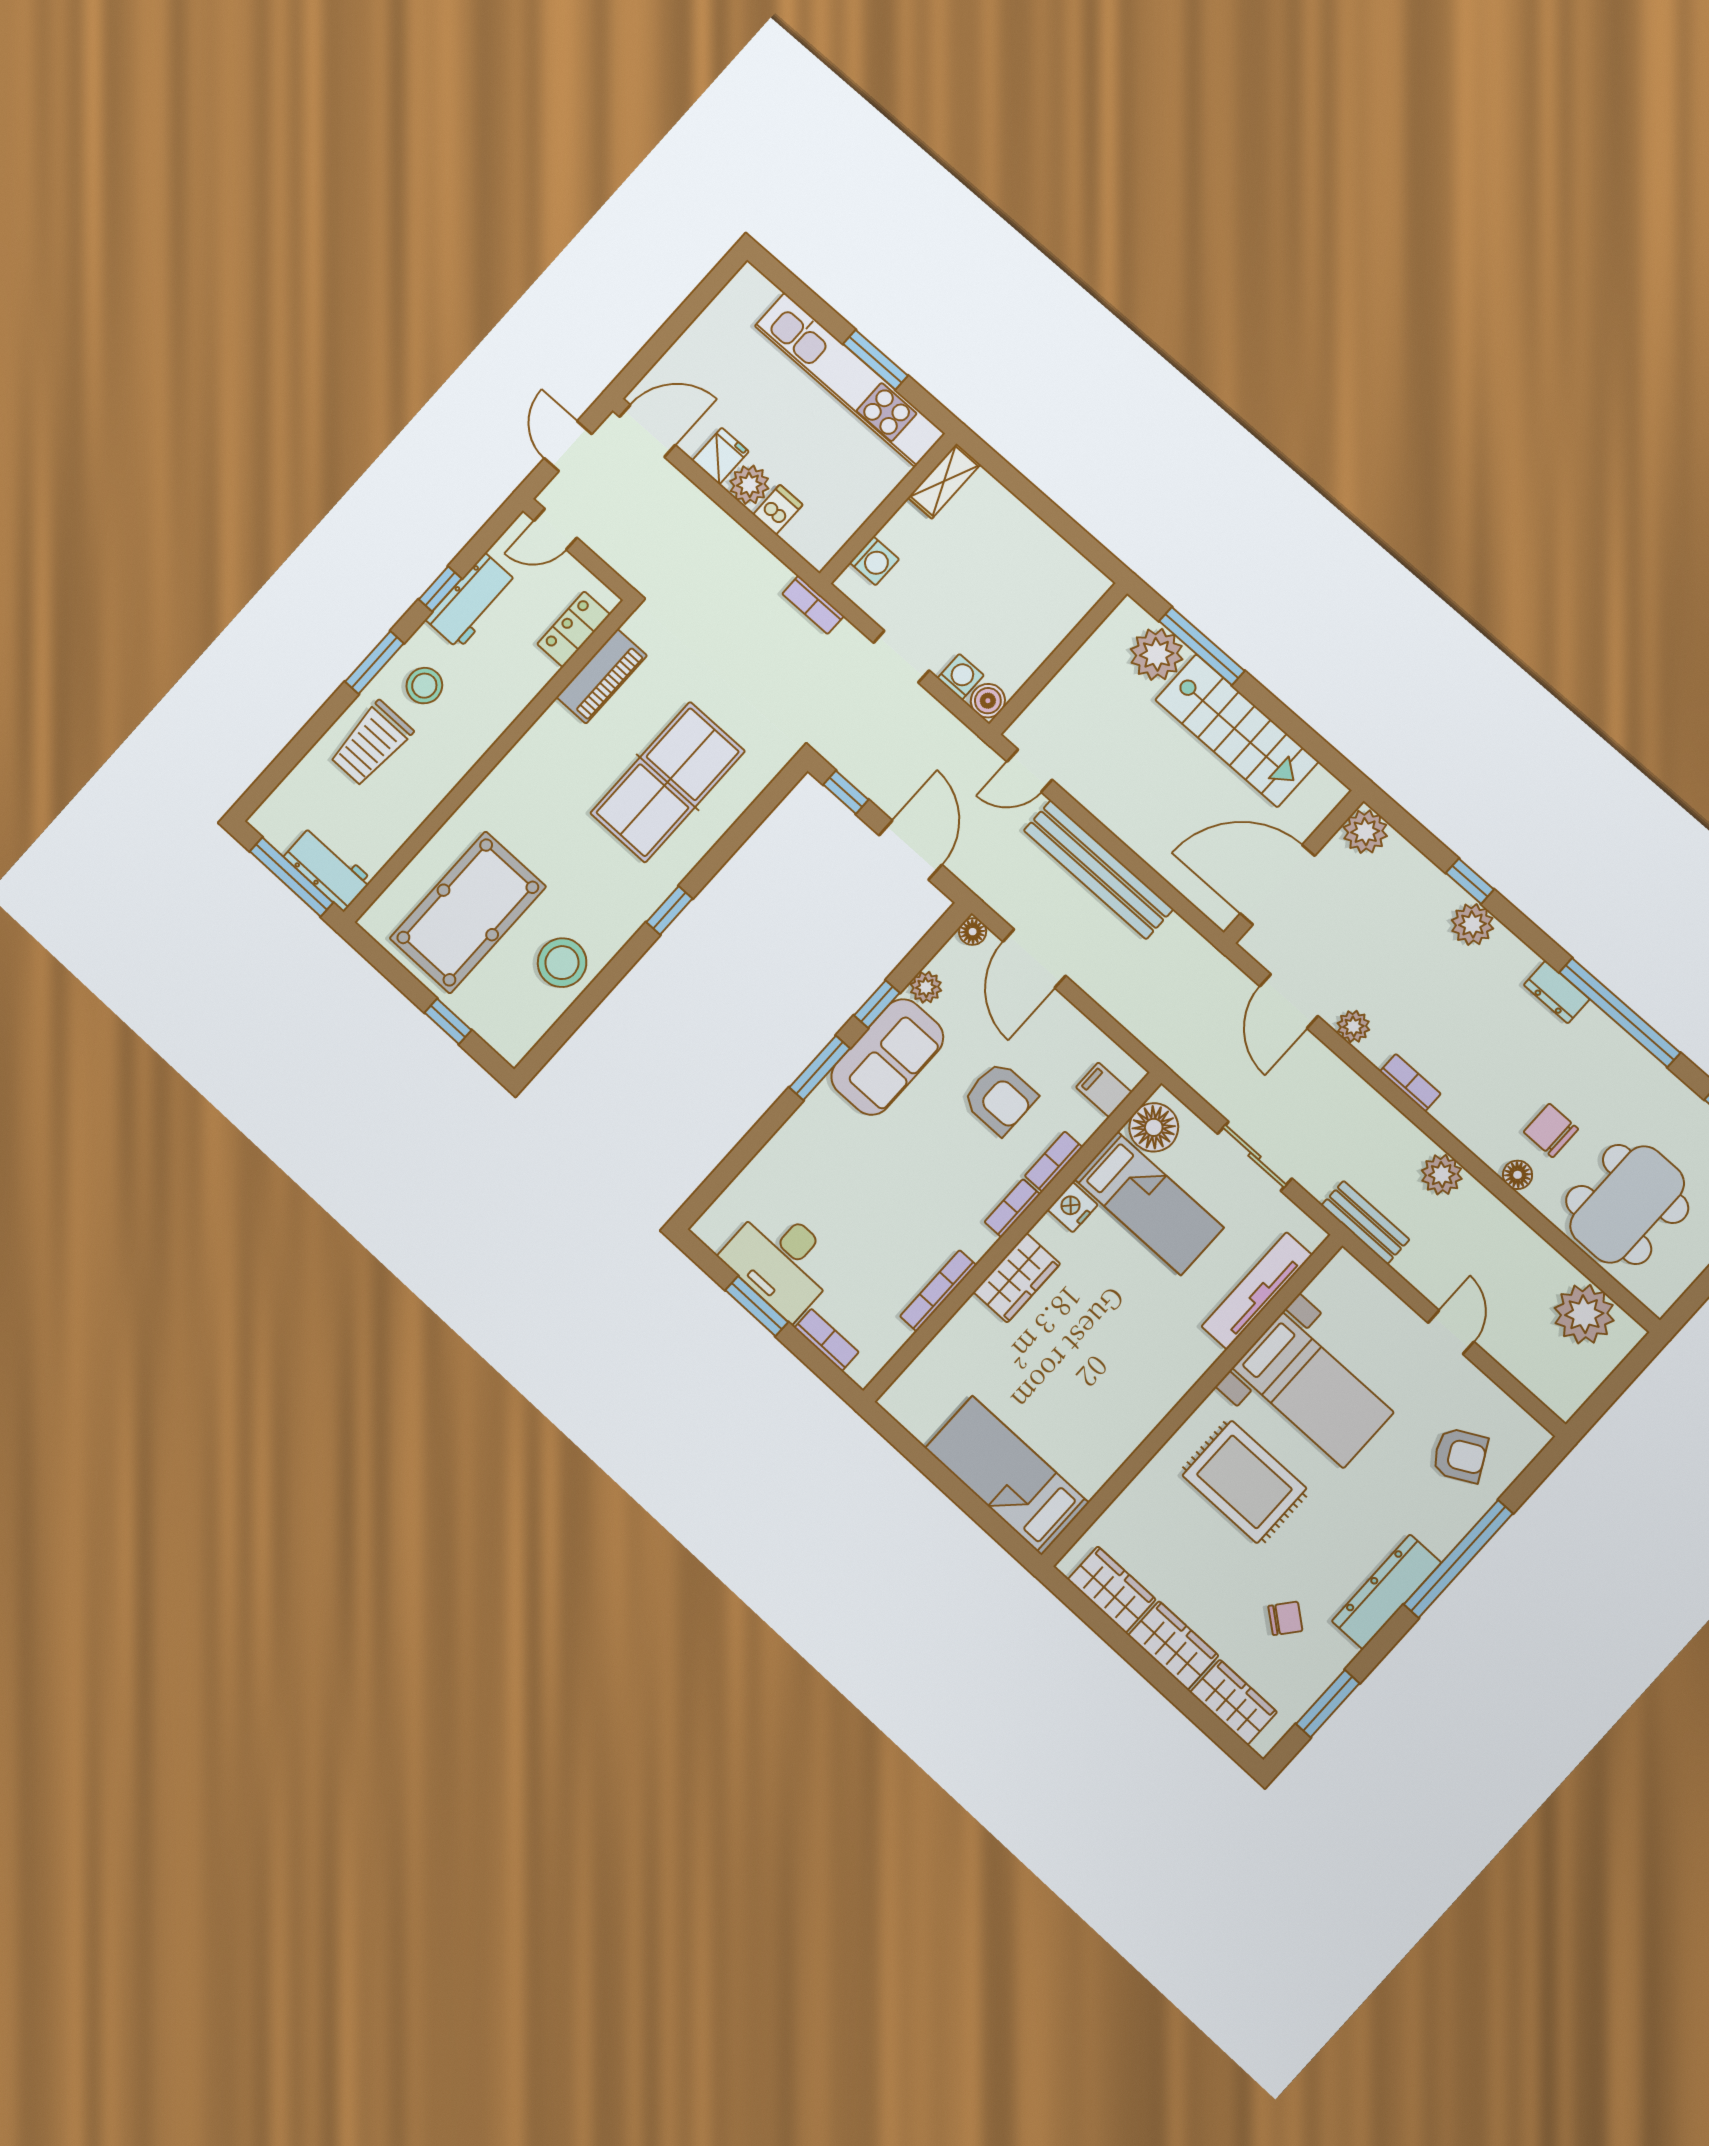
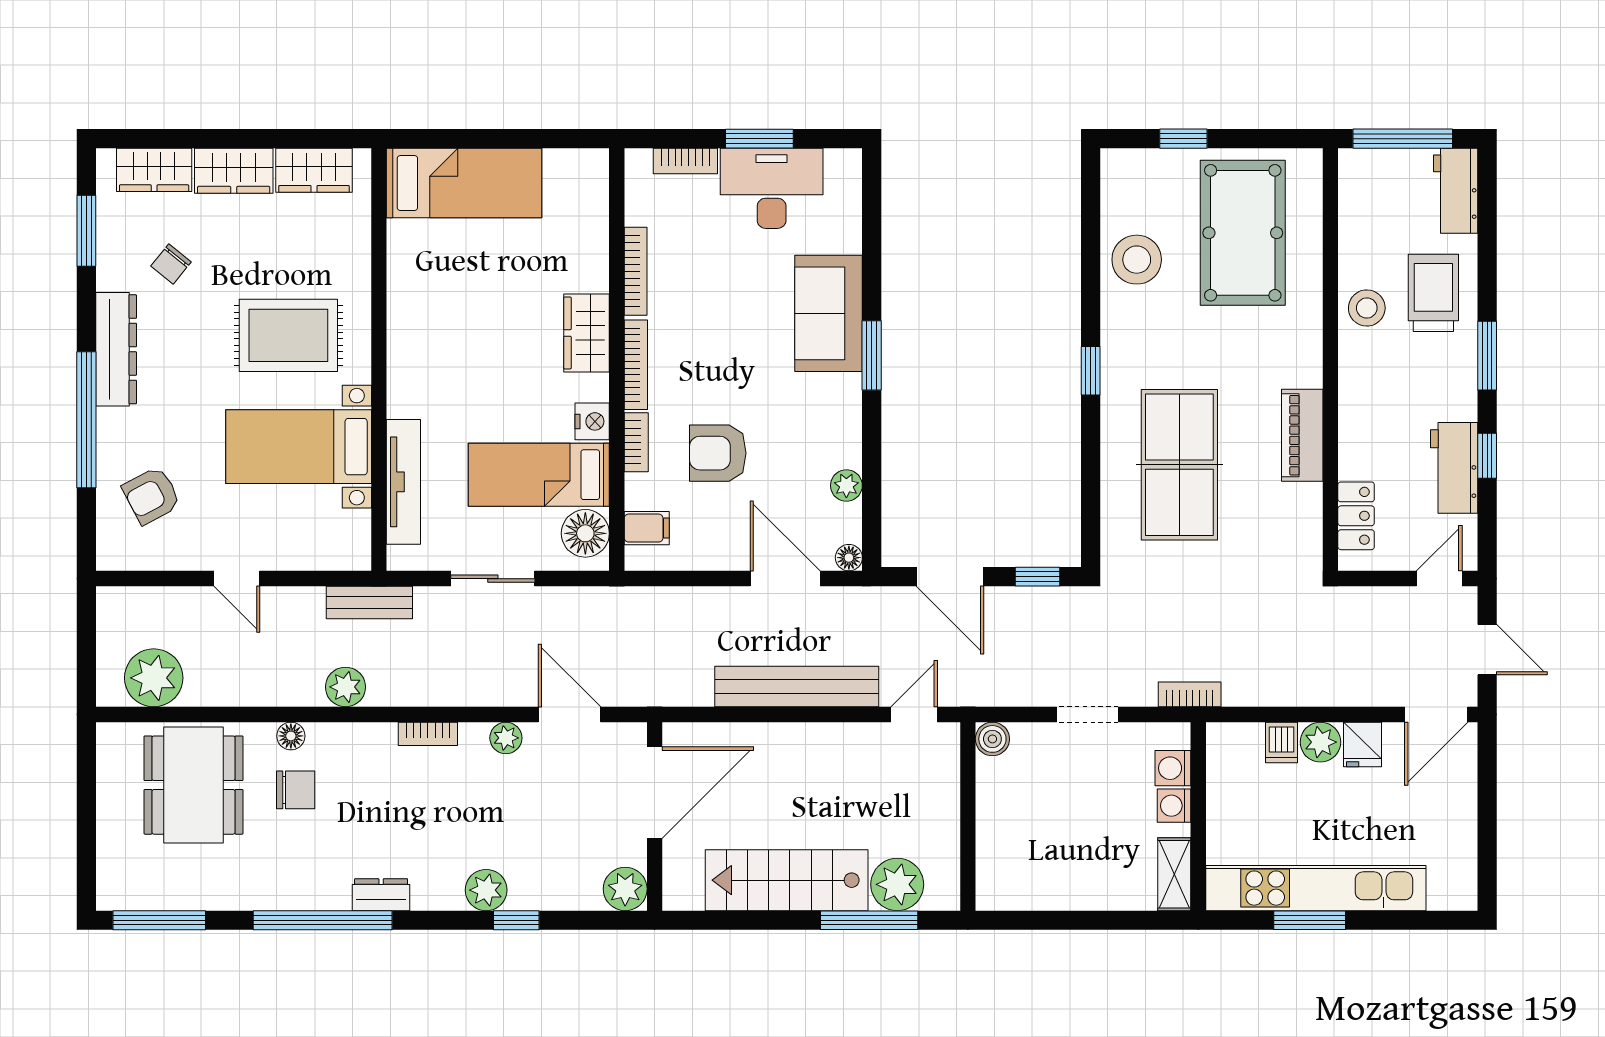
piano: (602, 676) -> (1302, 435), moved
washing machine: (961, 677) -> (1174, 806), moved, turned 90
stool: (424, 686) -> (1367, 308), moved
workbench: (328, 868) -> (1456, 191), moved, turned 90
window: (877, 1004) -> (872, 441), removed
sofa: (887, 1057) -> (829, 313), moved
bookcase: (1012, 1208) -> (636, 365), width x1.56

